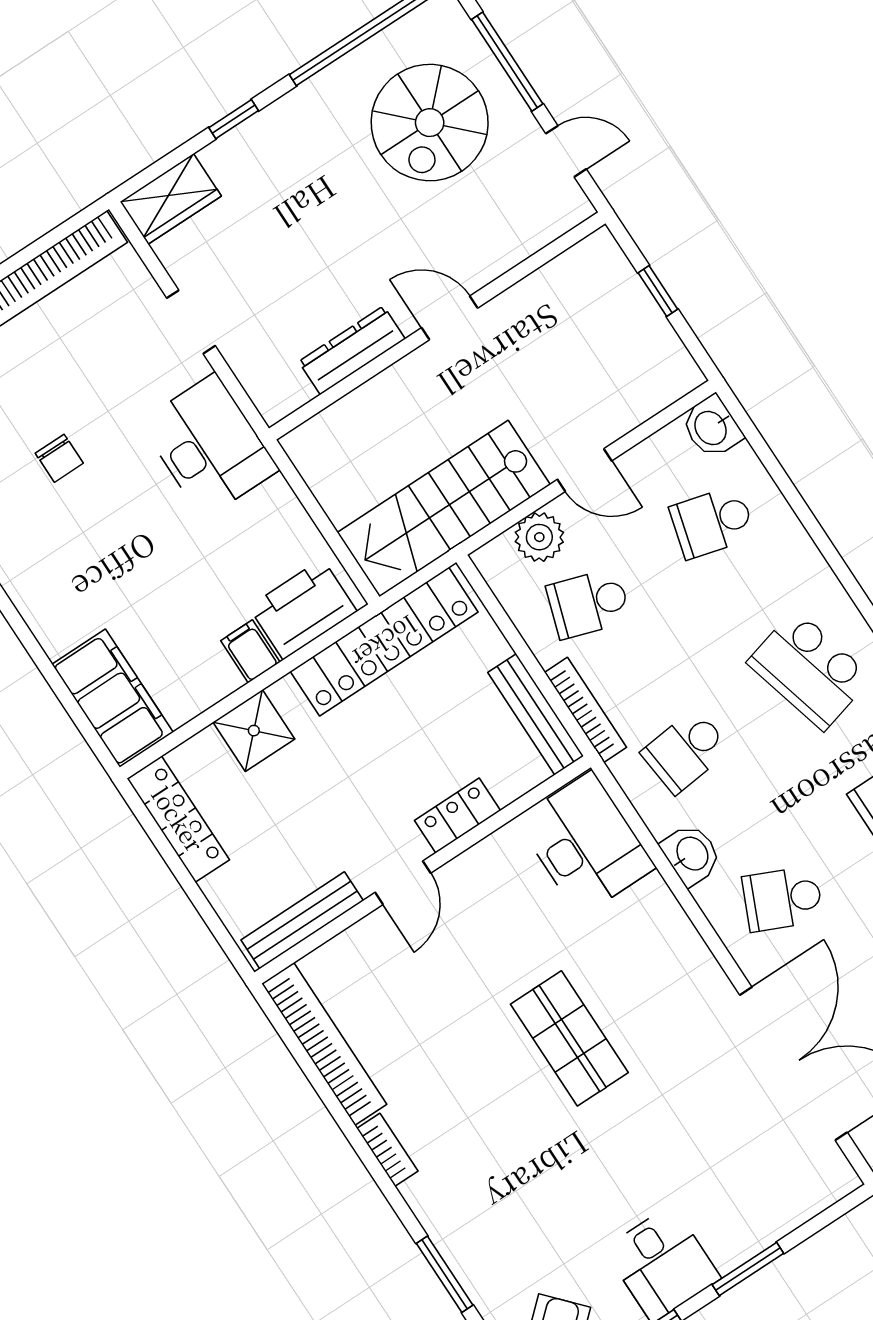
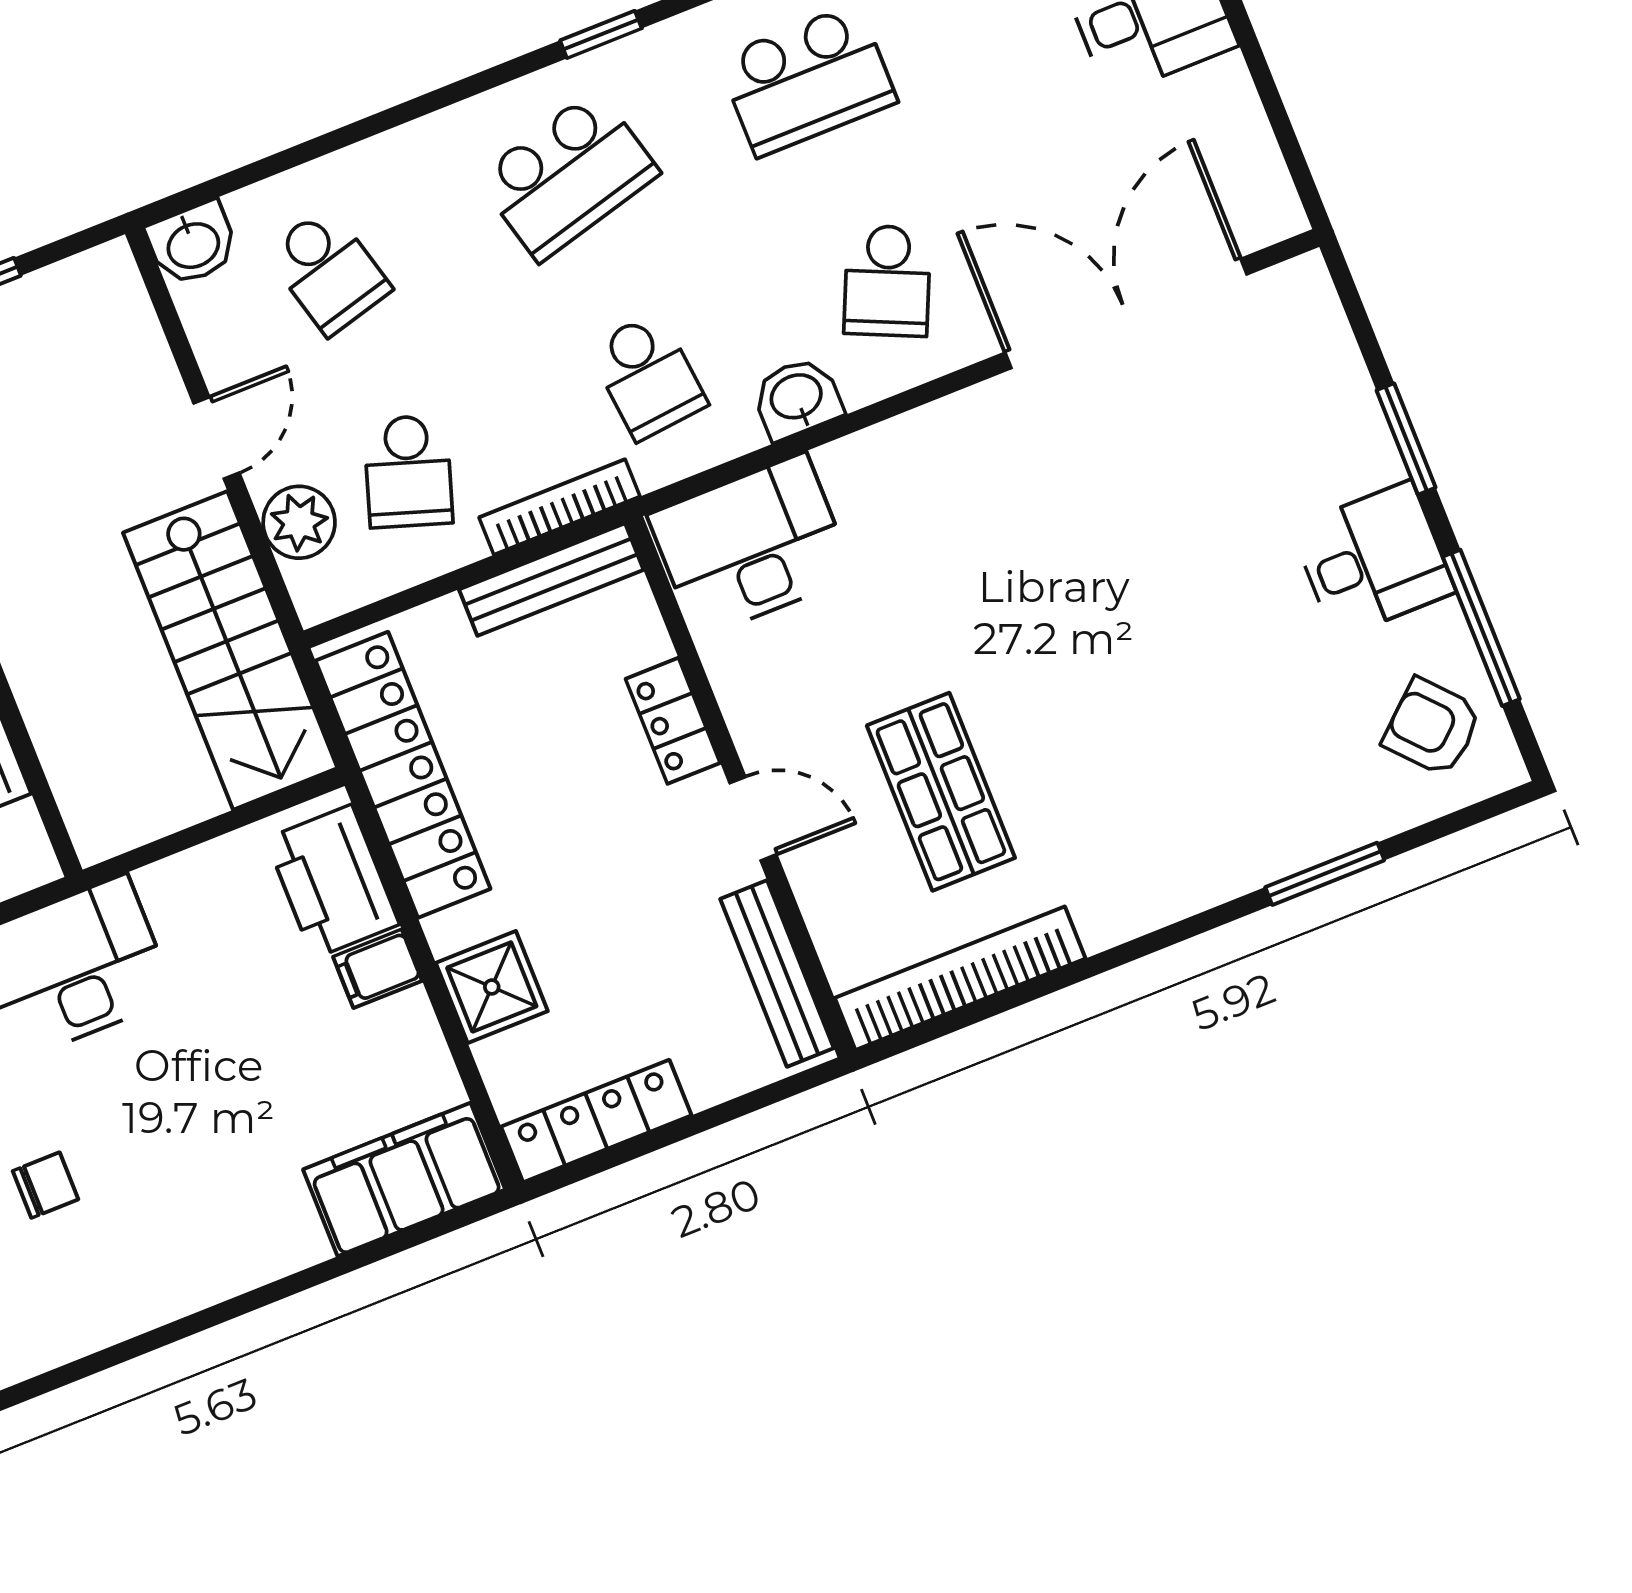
school desk: (712, 522) -> (328, 271), turned -30
shop shelf: (569, 1038) -> (941, 792), moved, turned 90
bookcase: (387, 1150) -> (1130, 919), removed

